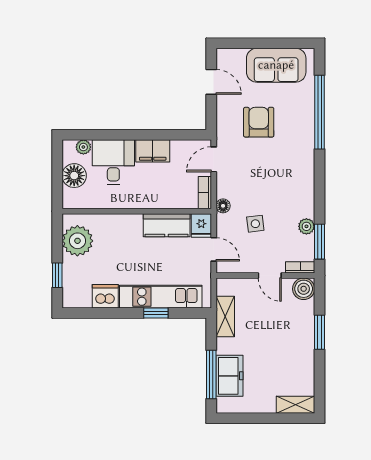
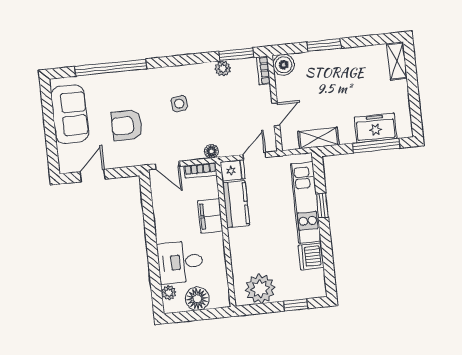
filing cabinet: (153, 151) -> (210, 216), moved, turned 180
side table: (255, 224) -> (179, 104), moved
door: (270, 276) -> (276, 114), moved

